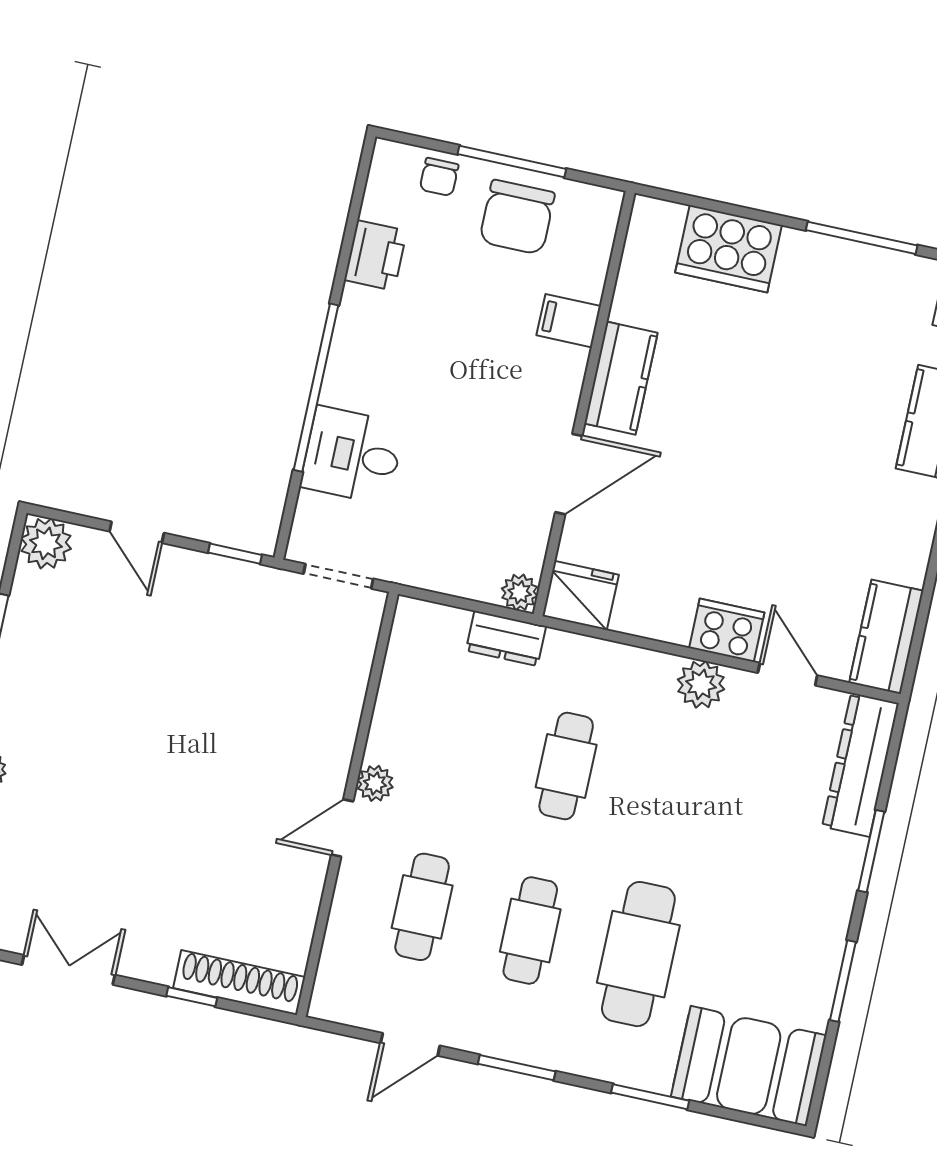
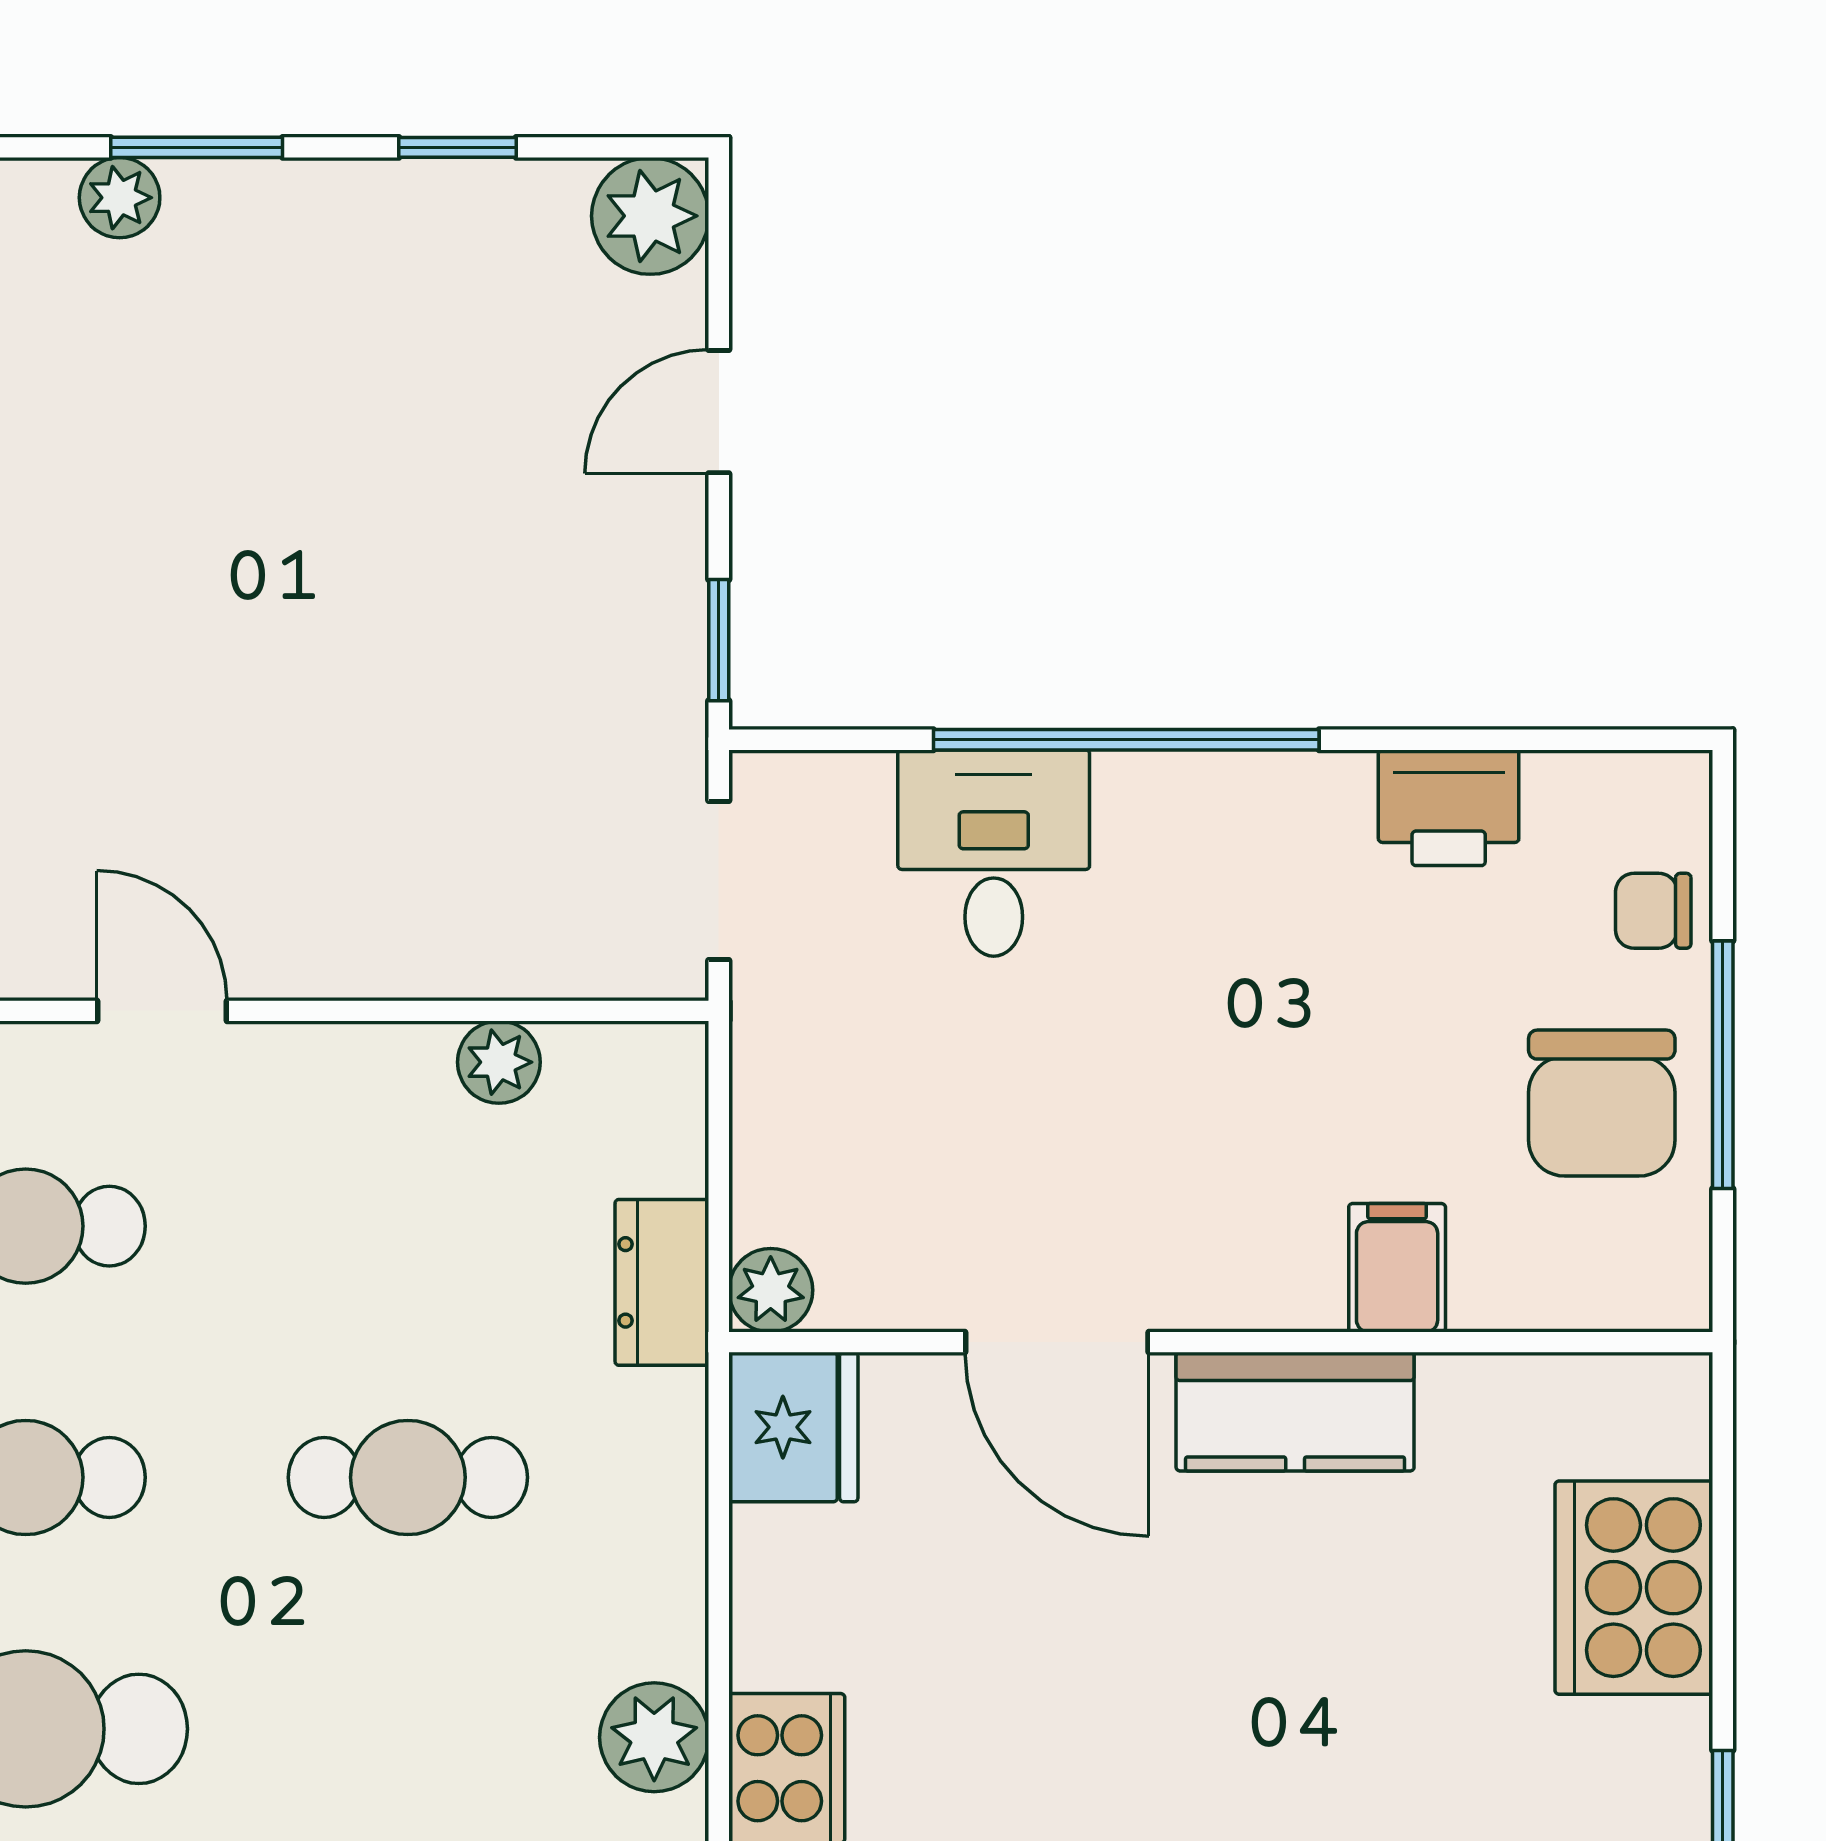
chair: (517, 217) -> (1602, 1103), turned -90
plant: (375, 783) -> (499, 1062), moved

